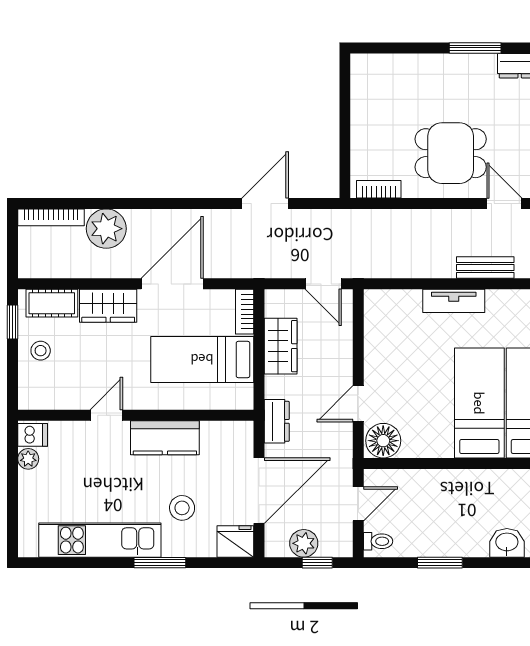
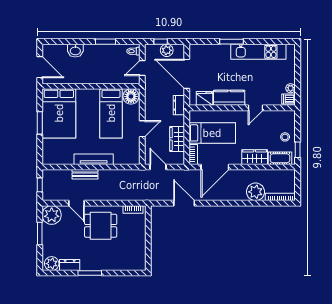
door: (265, 203) -> (184, 203), swing flipped
door: (172, 284) -> (215, 167), moved
tv unit: (454, 301) -> (94, 159), width x1.41
bed: (479, 403) -> (111, 113), moved
door: (358, 404) -> (142, 129), moved
door: (259, 491) -> (187, 74), hinge flipped
stool: (182, 508) -> (221, 66), removed
fridge: (235, 541) -> (204, 98), moved, turned 180

